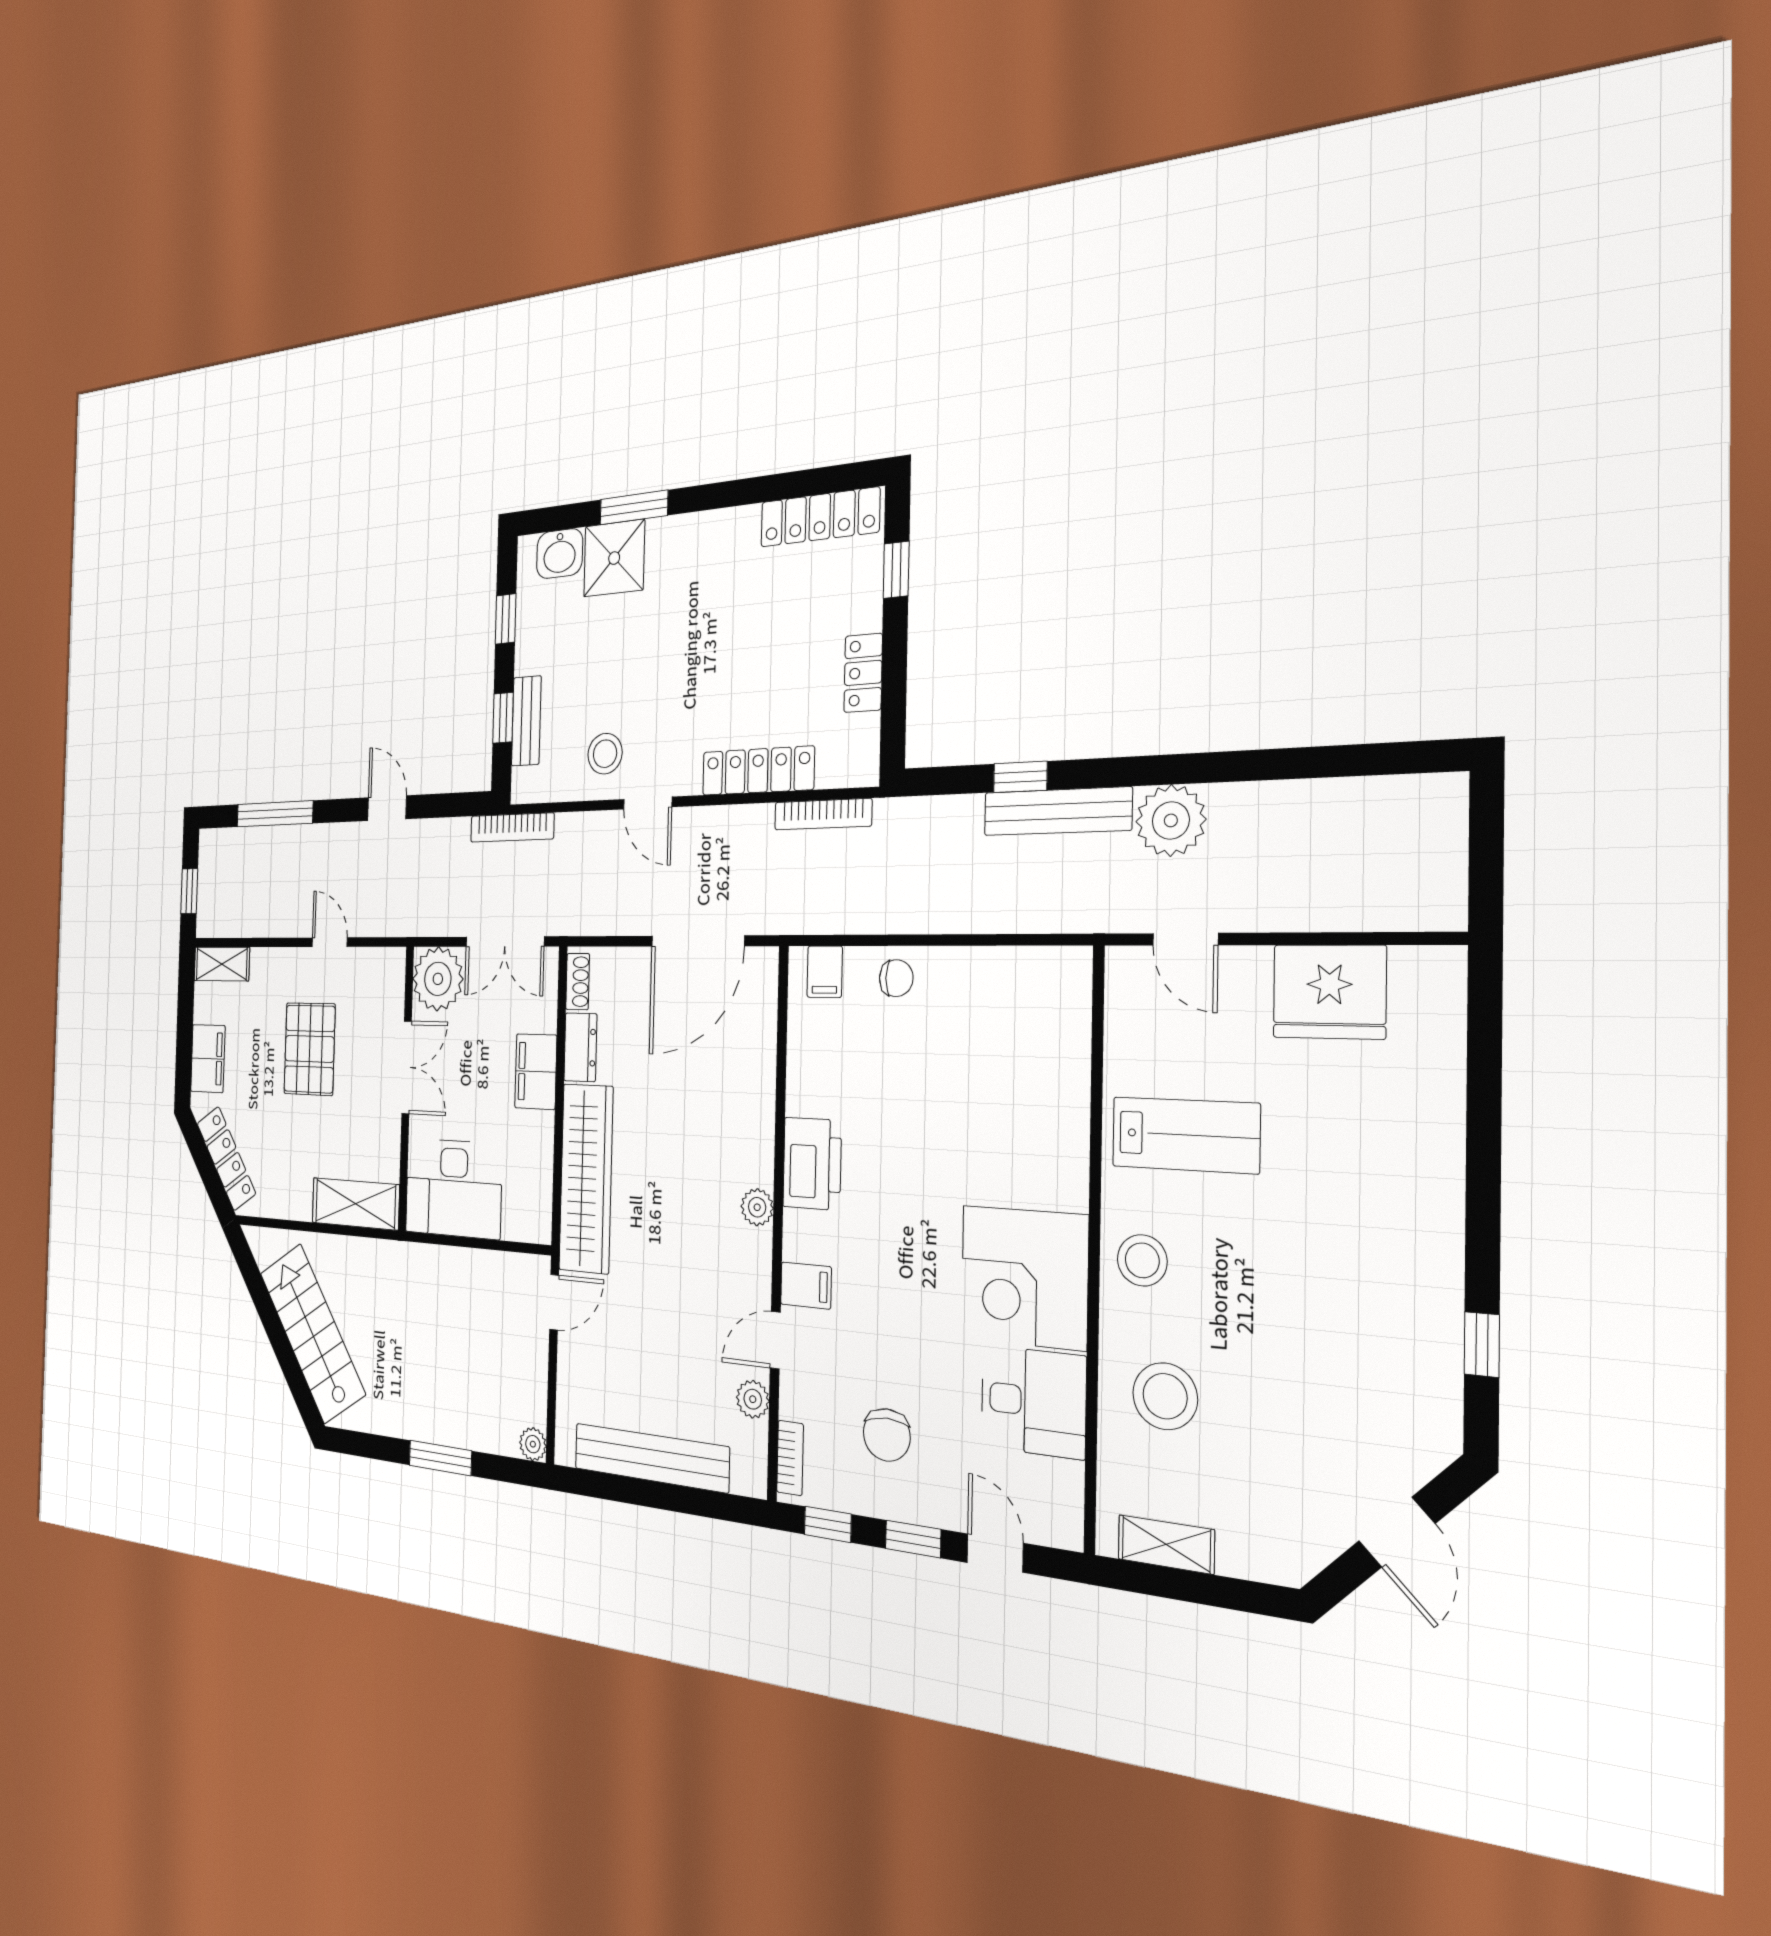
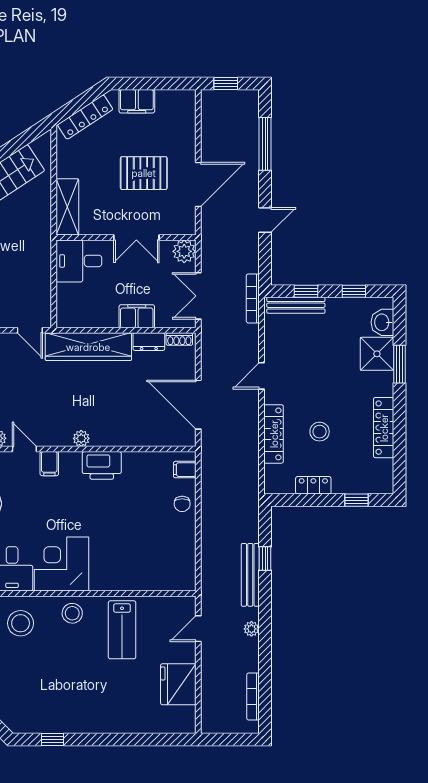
locker: (820, 517) -> (384, 428), moved
bench: (526, 721) -> (296, 305), width x1.36
stool: (605, 754) -> (320, 432), moved
bookcase: (823, 814) -> (253, 696), moved
plant: (1171, 820) -> (251, 629), width x0.53, depth x0.53
door: (330, 942) -> (198, 185), width x1.87
shelving: (222, 964) -> (187, 109), removed
plant: (438, 979) -> (184, 251), width x0.73, depth x0.73
desk: (453, 1188) -> (79, 261), width x0.73

